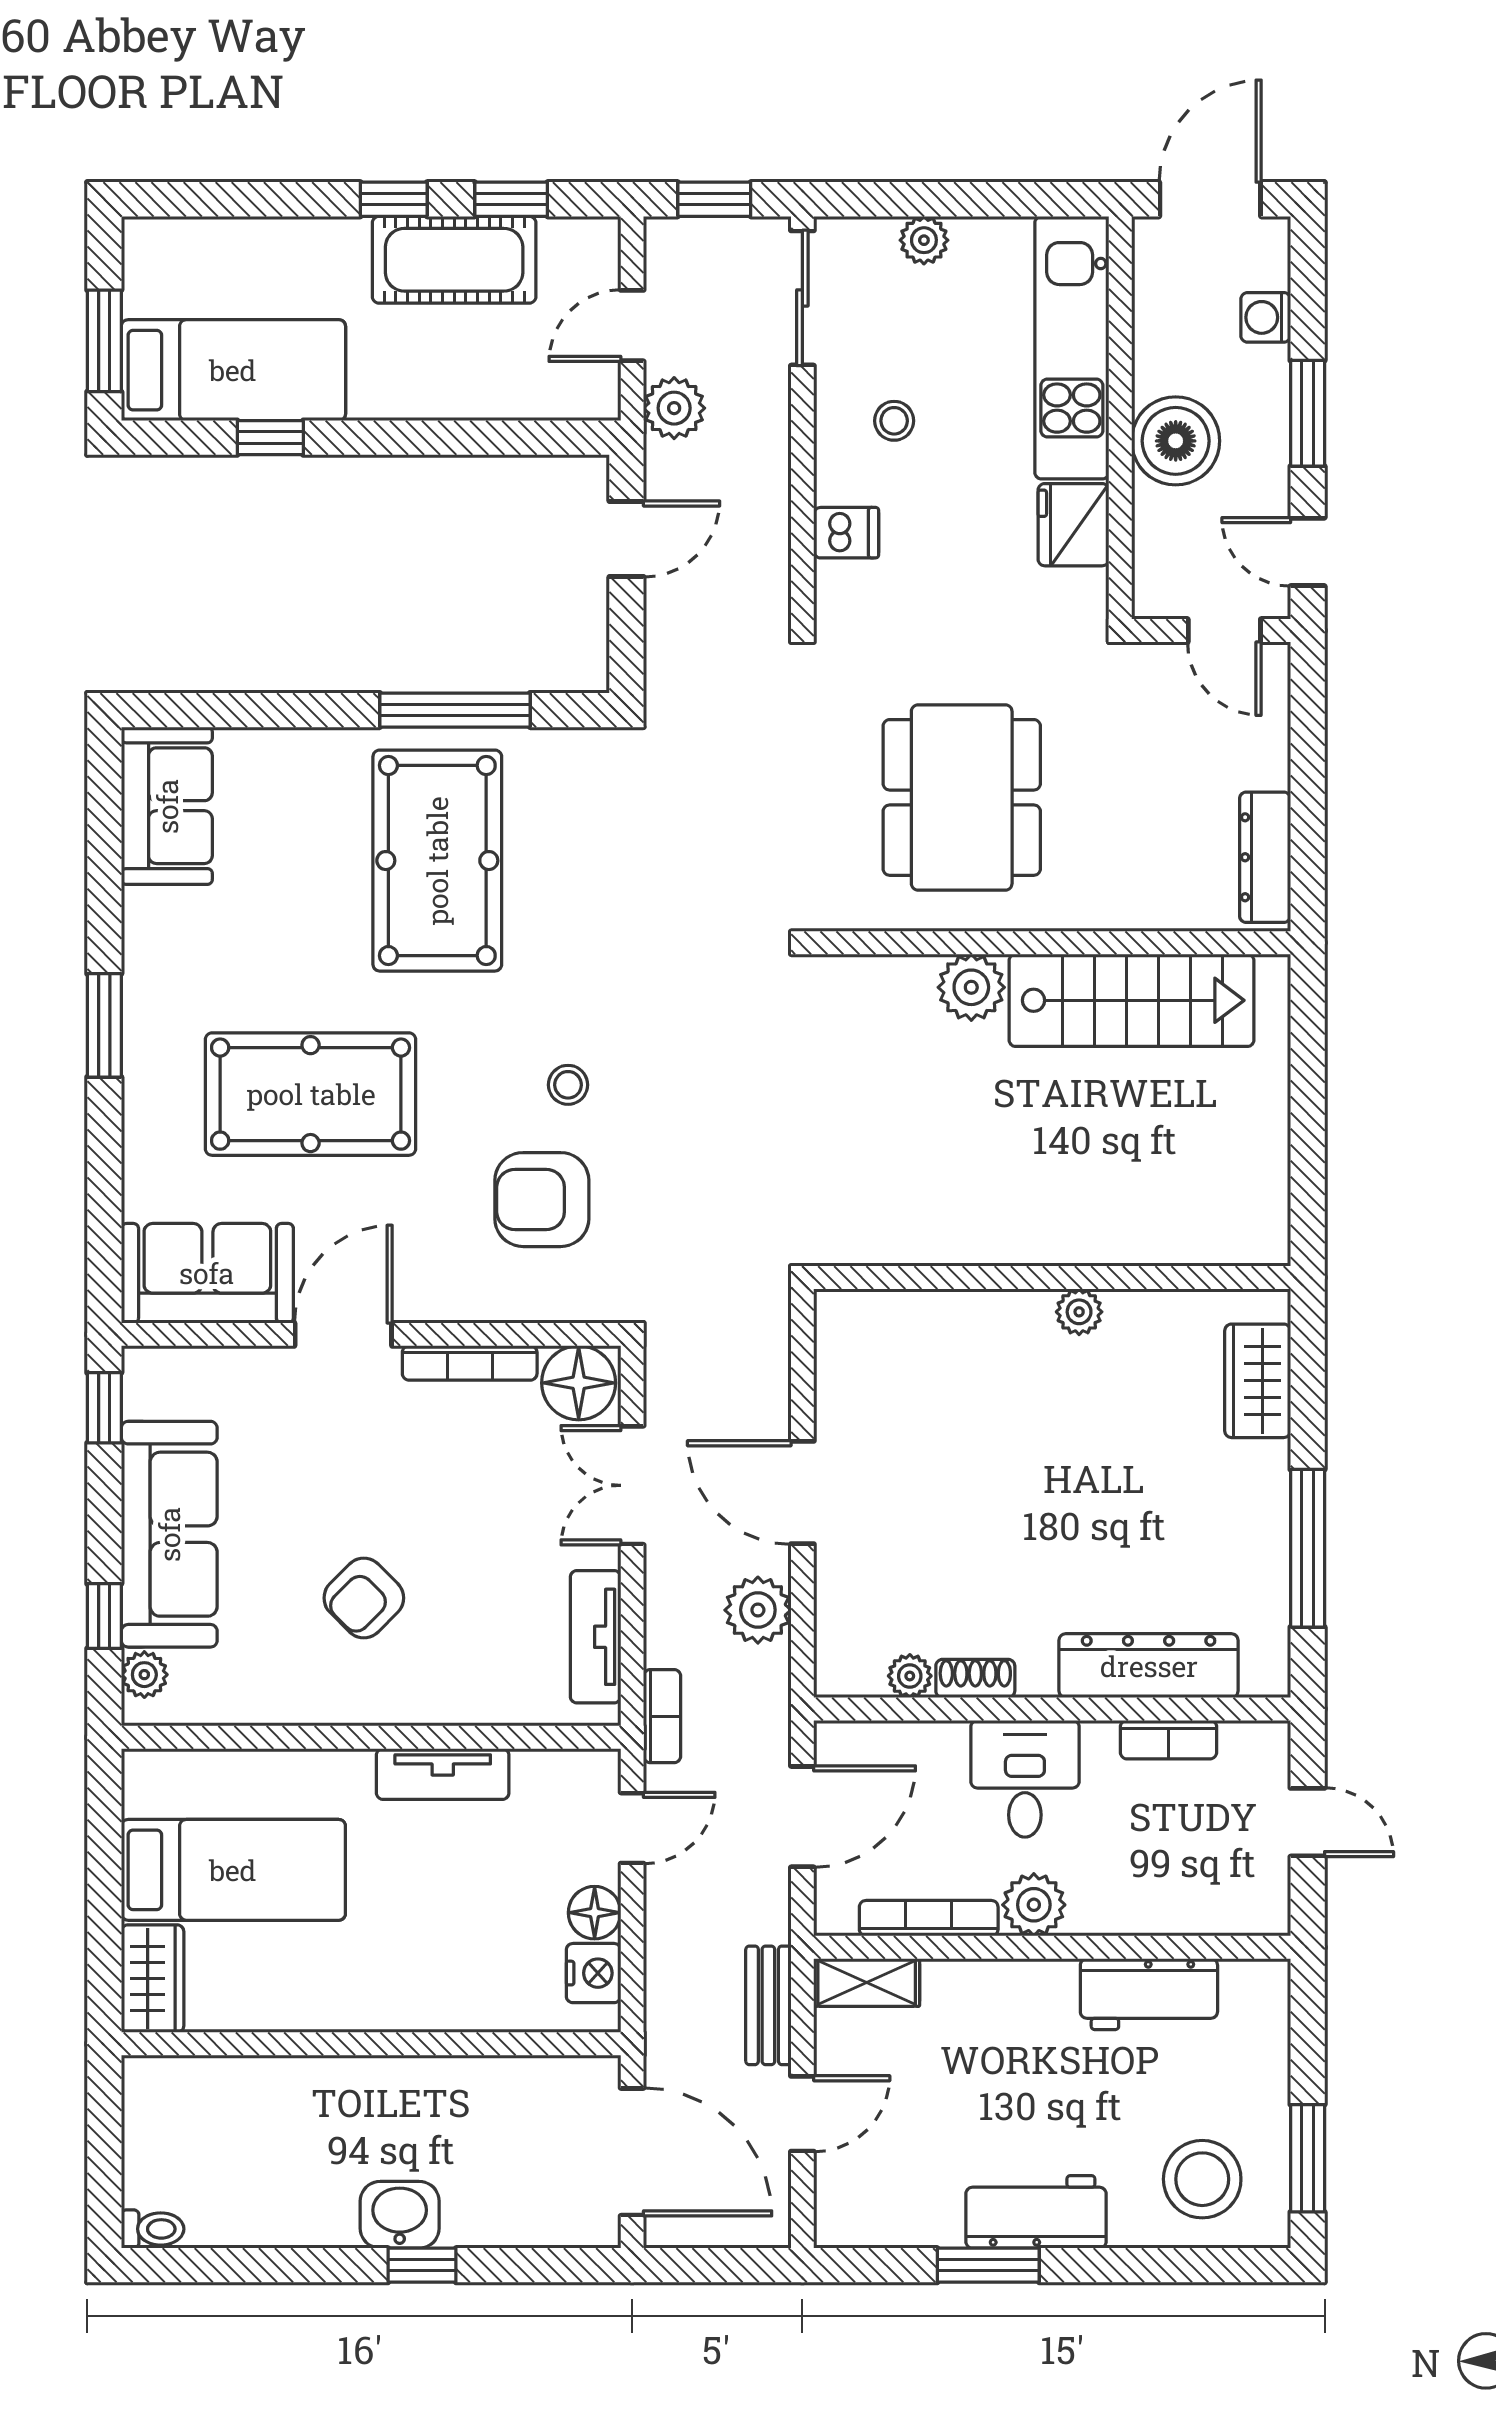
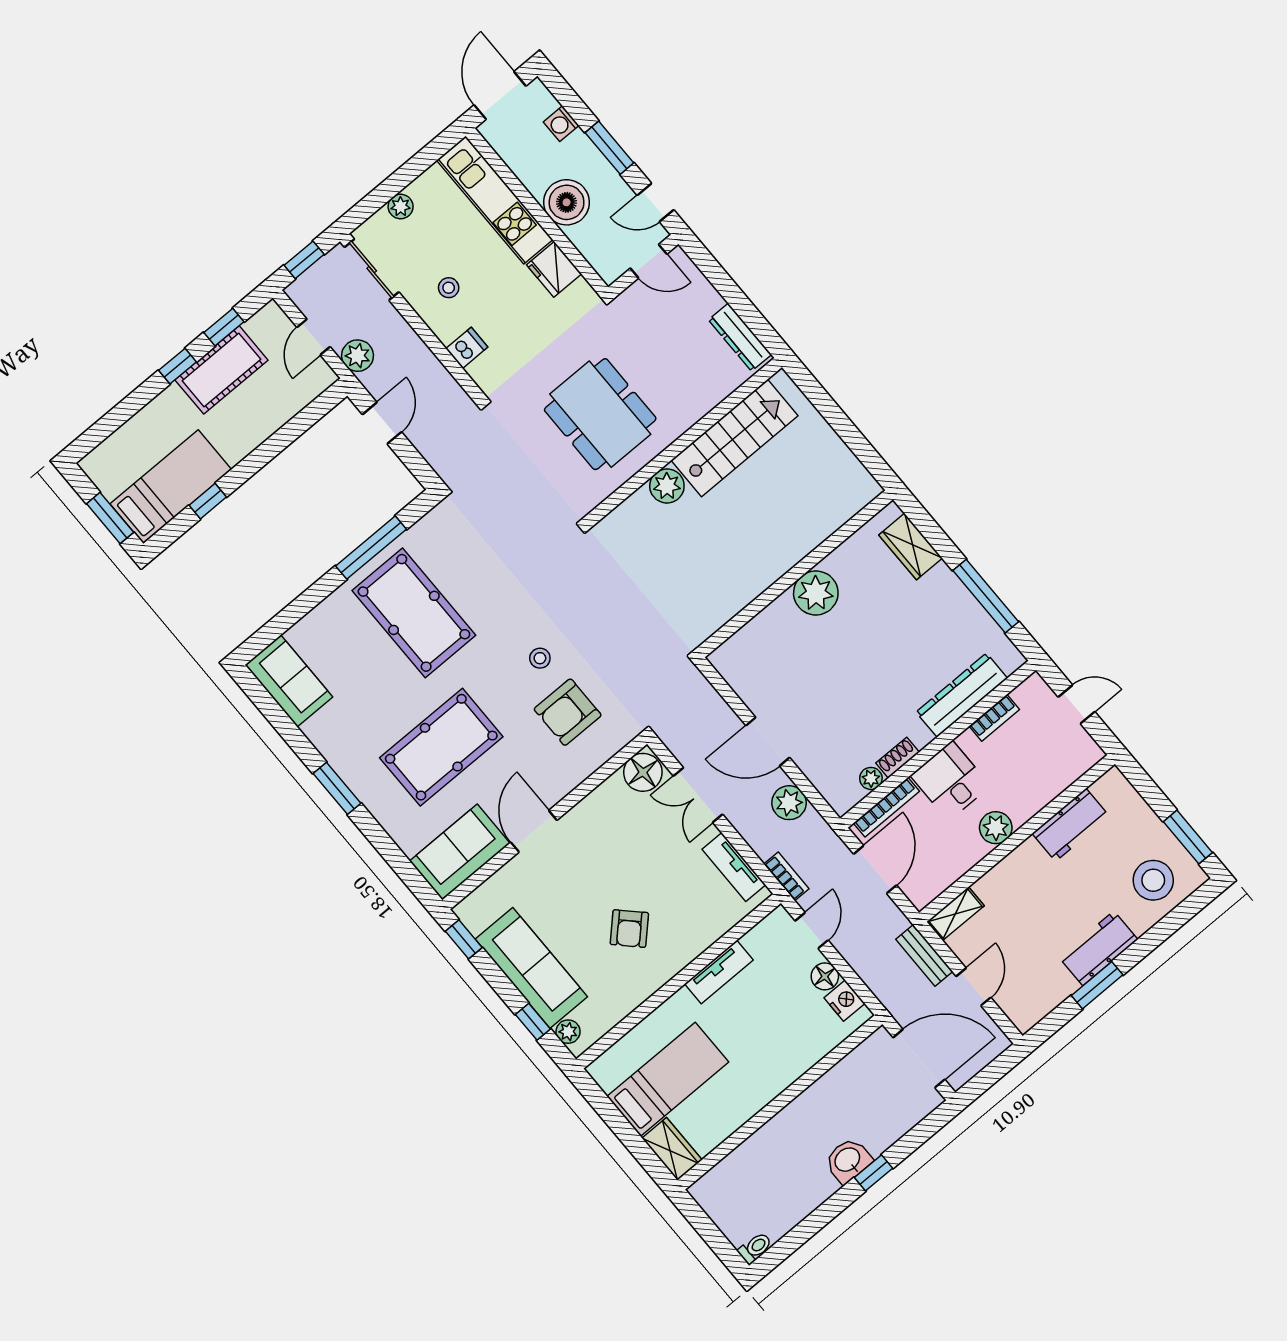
plant: (1079, 1312) -> (816, 593), width x1.87, depth x1.87
bookcase: (470, 1363) -> (593, 801), removed
bookcase: (929, 1918) -> (886, 807), moved, turned 180

